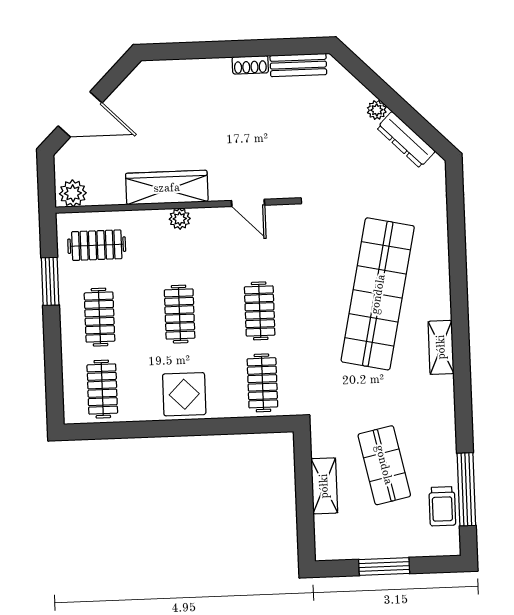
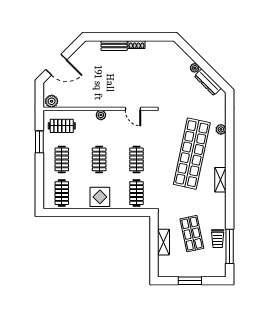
bench: (298, 65) -> (114, 46), moved
wardrobe: (167, 188) -> (95, 100), removed
plant: (438, 240) -> (221, 129), added
trolley: (442, 506) -> (218, 239), moved

